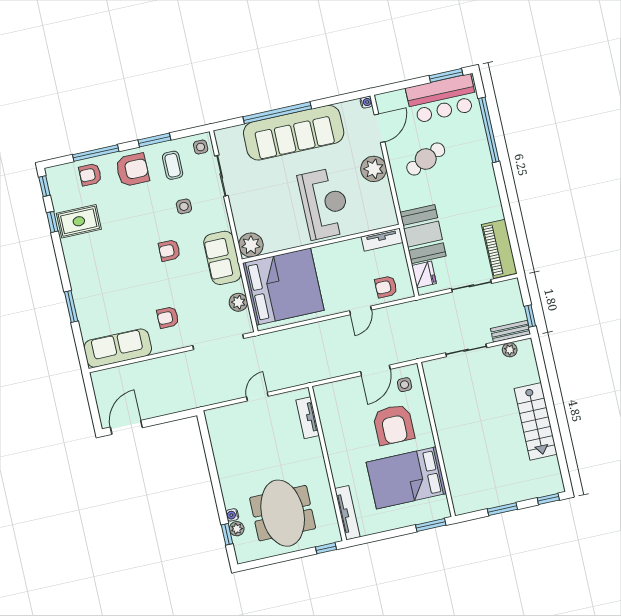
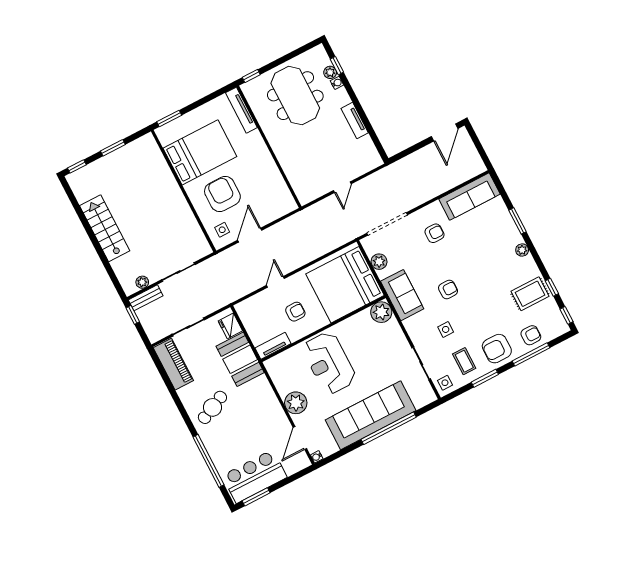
cafe table: (426, 159) -> (212, 407), moved
plant: (75, 273) -> (522, 250), added
armchair: (386, 287) -> (295, 312), moved
tv unit: (308, 418) -> (355, 121), moved, turned 180

